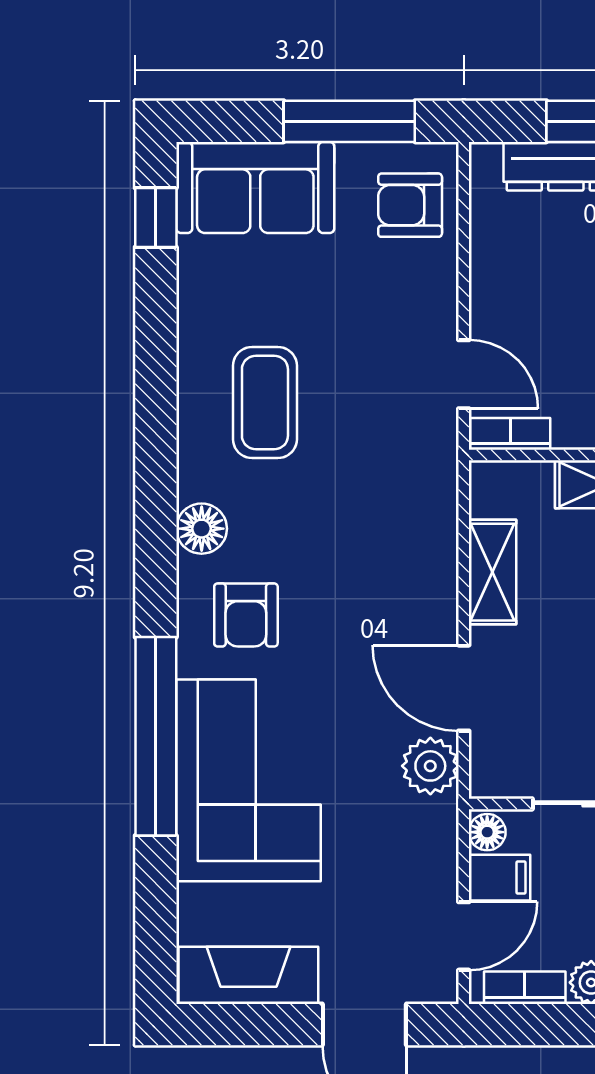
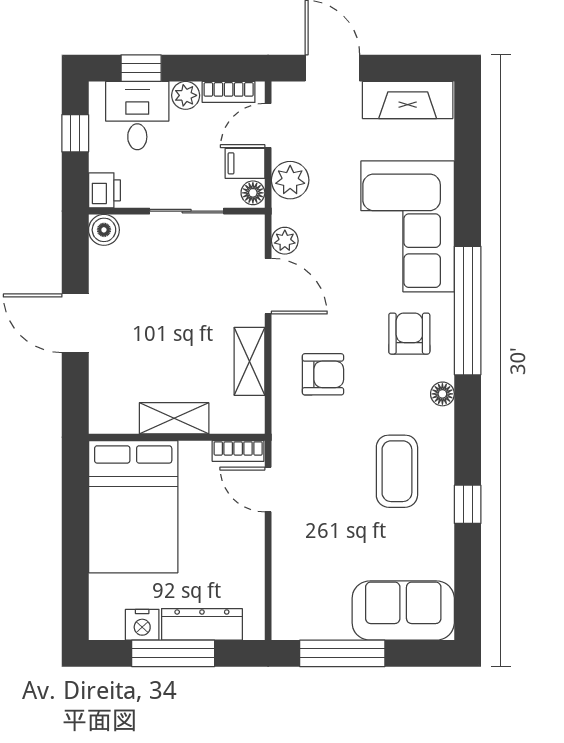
armchair: (410, 205) -> (323, 374), moved
window: (156, 218) -> (468, 504), moved
floor lamp: (202, 529) -> (442, 394), width x0.73, depth x0.73
window: (156, 736) -> (468, 311), moved
plant: (430, 766) -> (285, 241), width x0.73, depth x0.73
plant: (430, 852) -> (290, 180), added

